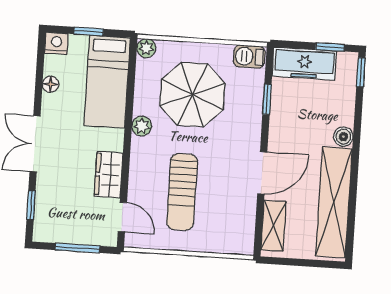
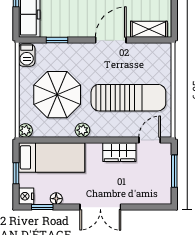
door: (262, 173) -> (111, 40), hinge flipped
sun lounger: (182, 192) -> (128, 98), width x1.36, depth x1.34
window: (31, 205) -> (42, 207), moved

